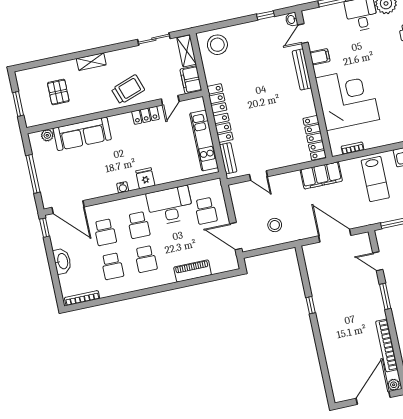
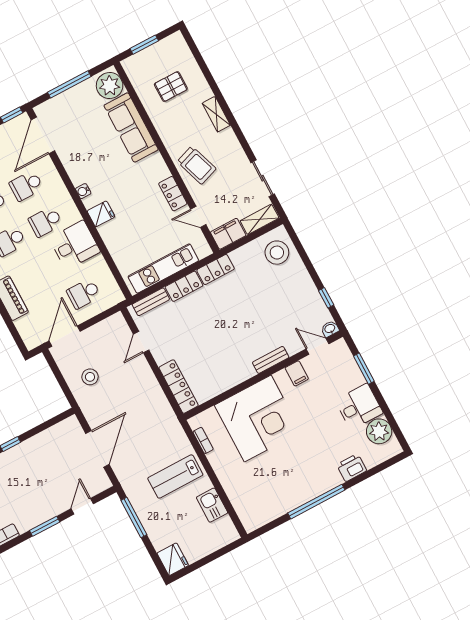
bench: (302, 69) -> (271, 360), width x0.73
plant: (47, 135) -> (110, 86), width x1.87, depth x1.87
locker: (315, 138) -> (179, 387), moved, turned 90
filing cabinet: (321, 175) -> (162, 414), removed
desk: (170, 206) -> (75, 245), width x0.73

